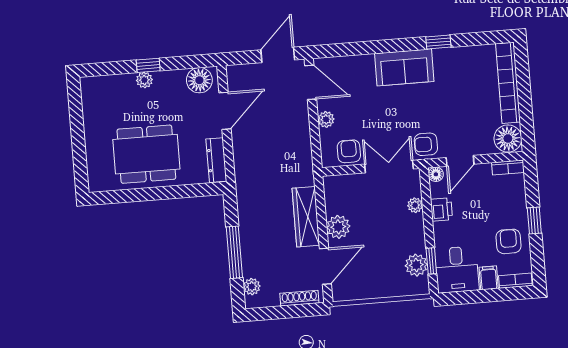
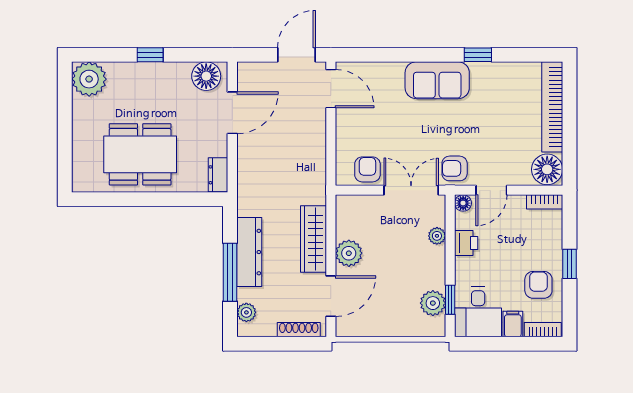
plant: (144, 80) -> (89, 79), moved, width x1.88, depth x1.88
plant: (326, 119) -> (345, 132), removed
dresser: (216, 160) -> (218, 175), width x0.70
dresser: (250, 233) -> (249, 252), added

